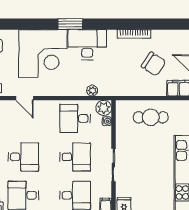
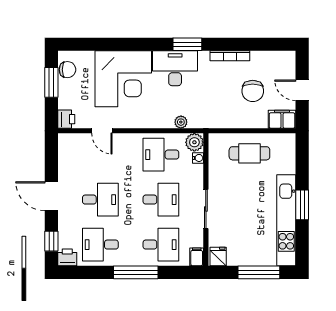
window: (70, 24) -> (187, 44), moved
chair: (154, 64) -> (253, 91), turned 56

